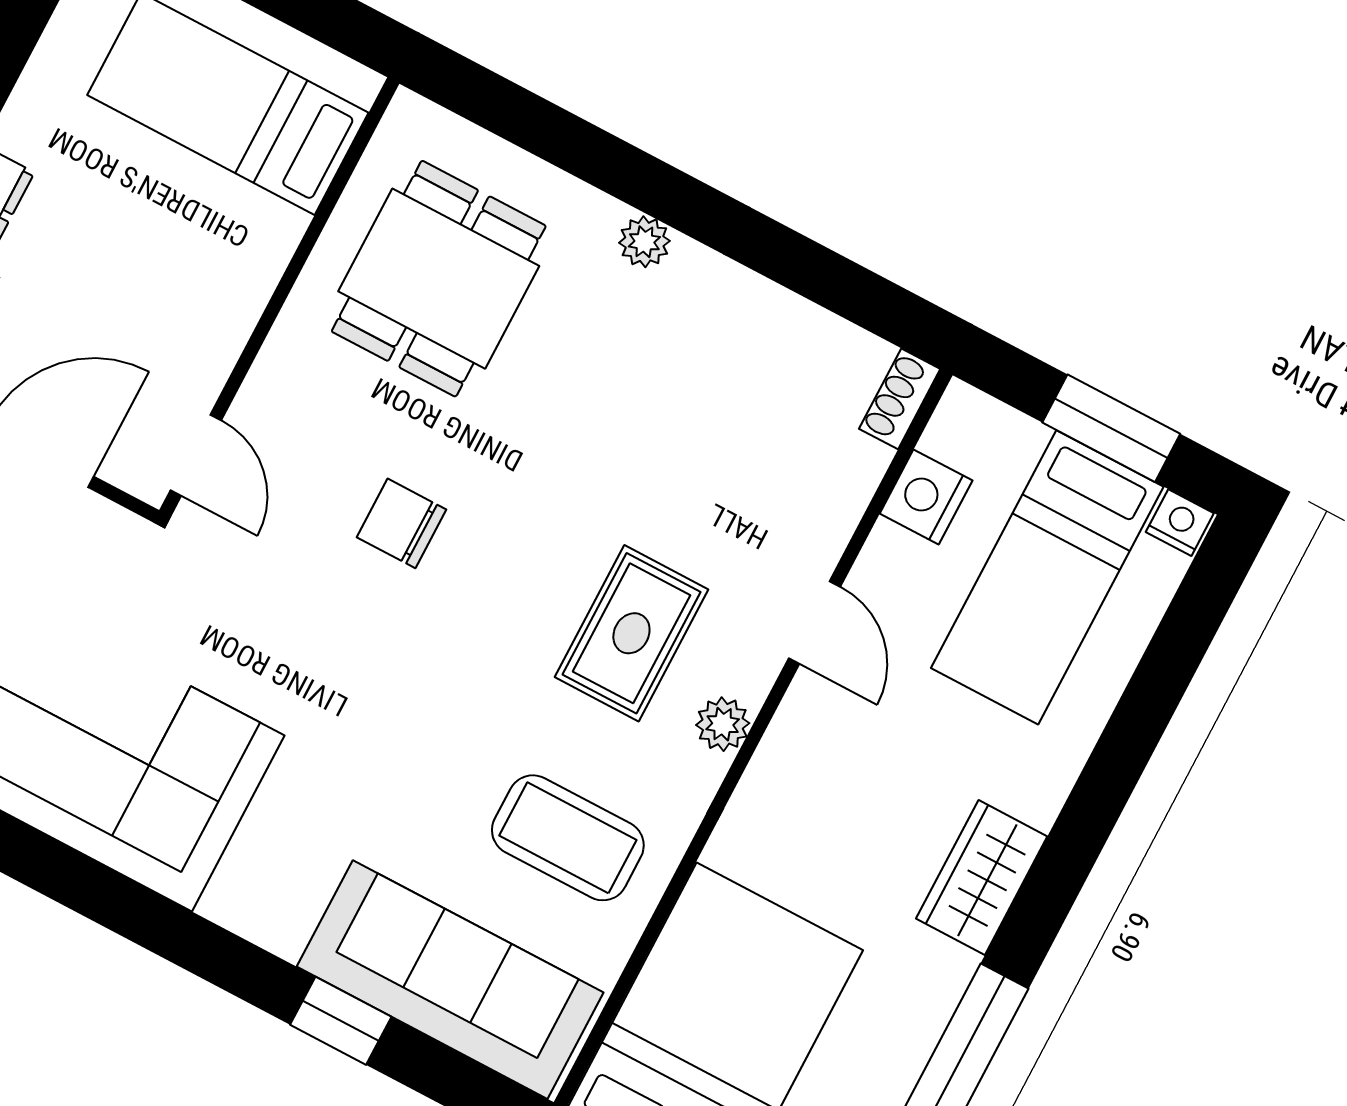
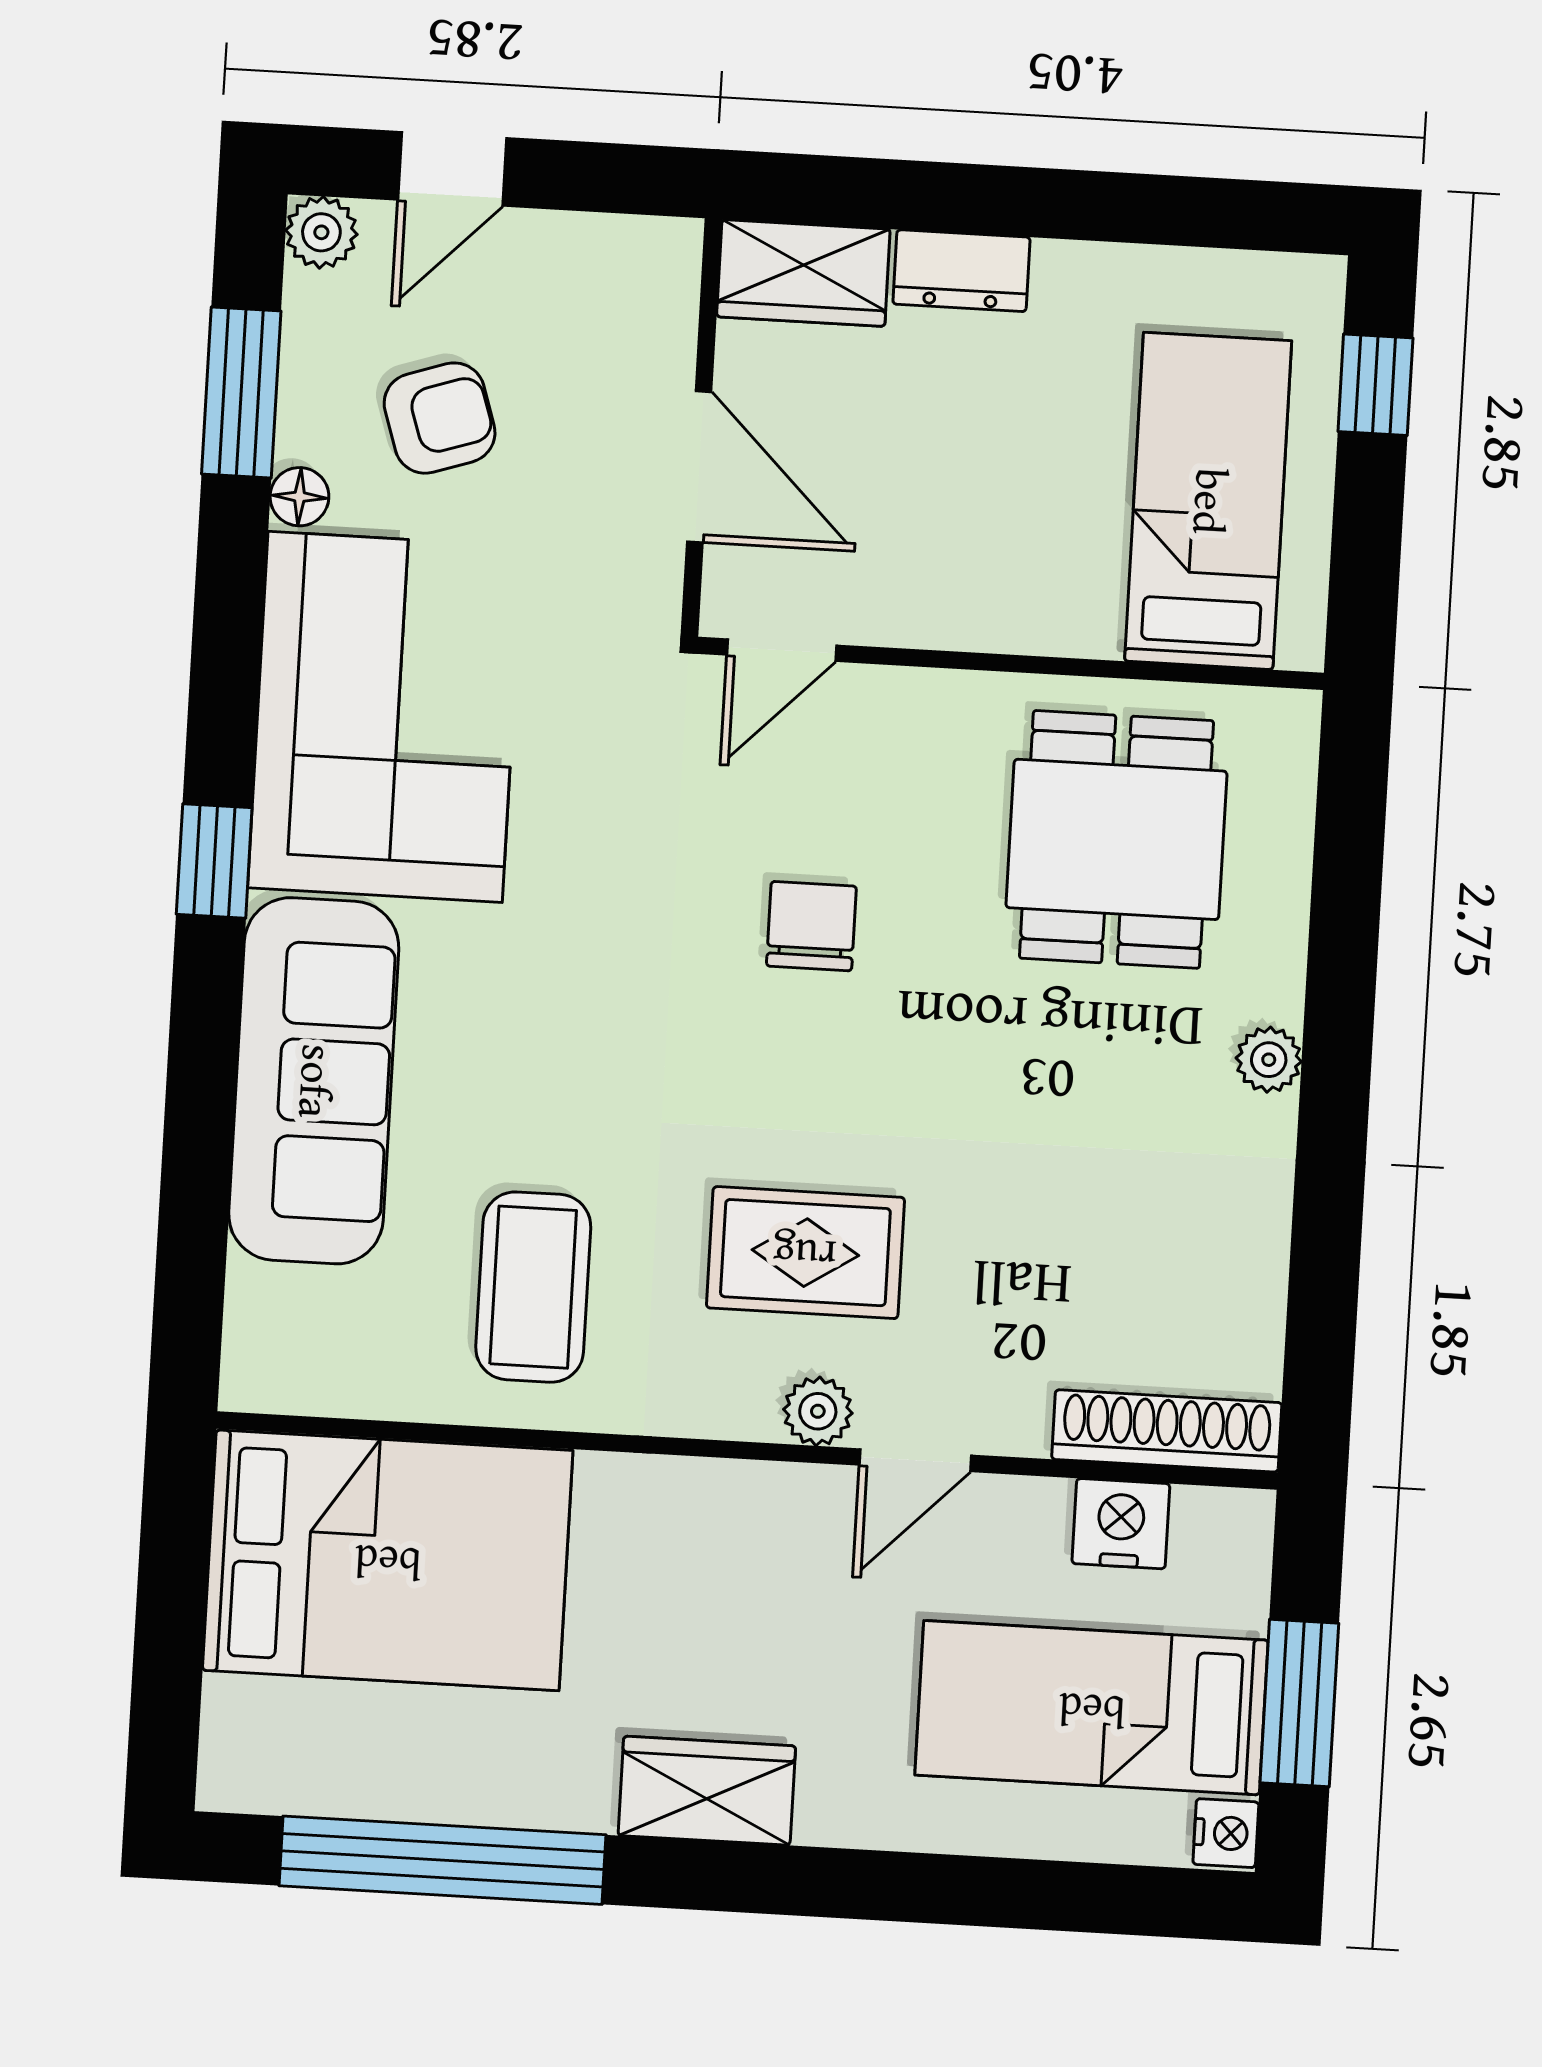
dining table: (439, 279) -> (1116, 839), turned 90
shoe rack: (900, 399) -> (1167, 1431), width x1.94, depth x1.24
plant: (723, 724) -> (818, 1411), moved
sofa: (450, 980) -> (314, 1081), moved
window: (341, 1021) -> (214, 861), moved

